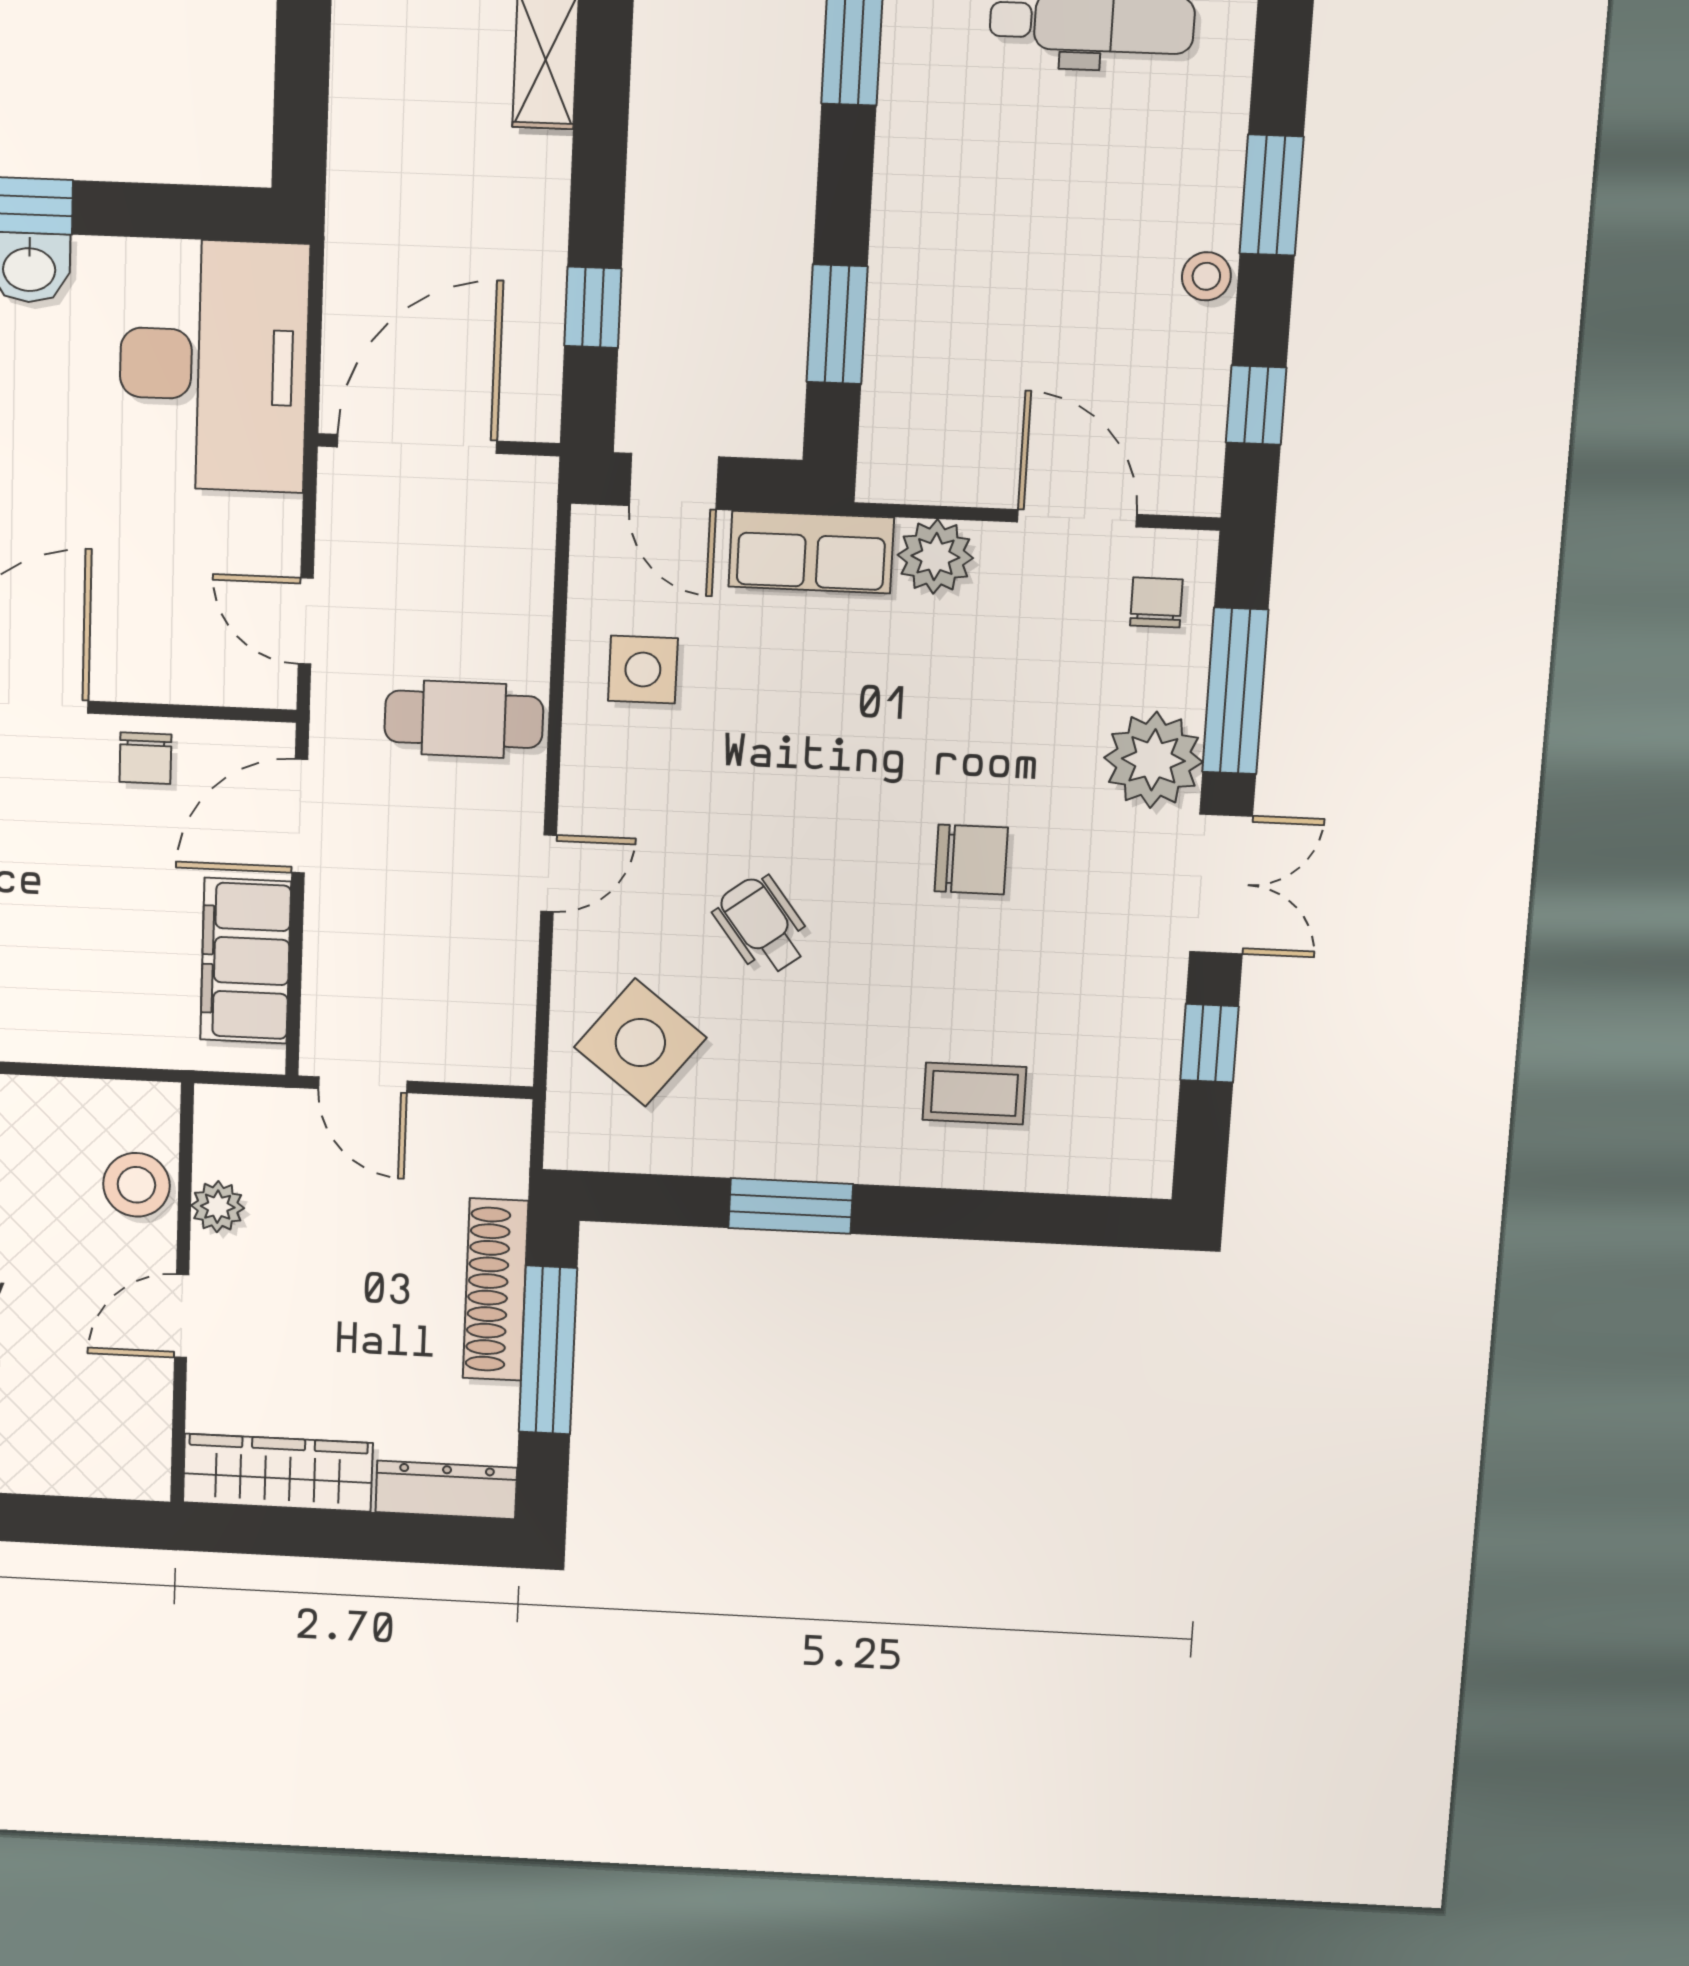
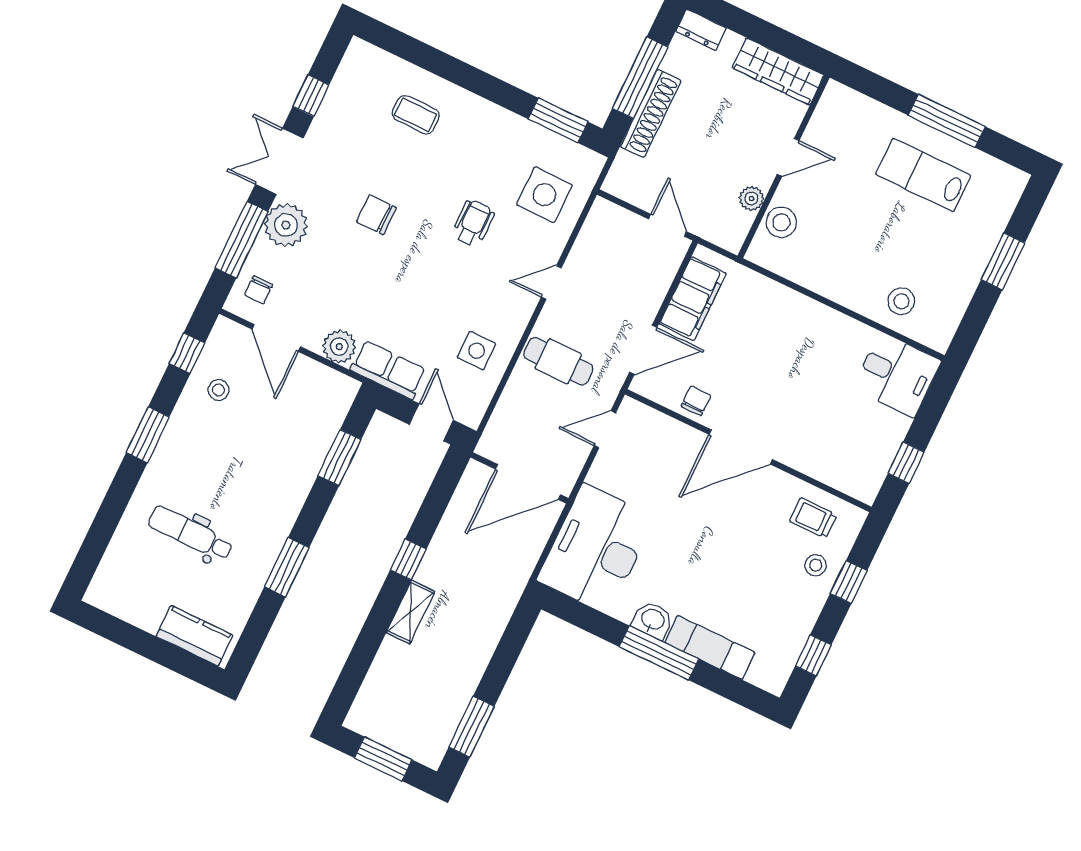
stool: (1206, 276) -> (219, 390), moved
window: (593, 307) -> (408, 559), moved
door: (306, 621) -> (605, 429), swing flipped
wheelchair: (763, 925) -> (473, 223), turned -143
side table: (640, 1042) -> (544, 195), turned -38
window: (791, 1206) -> (558, 120), moved
dresser: (446, 1490) -> (701, 30), width x0.70

